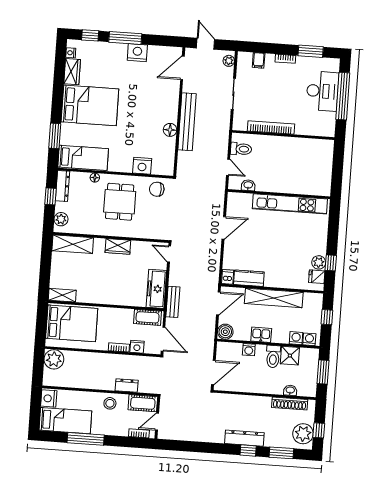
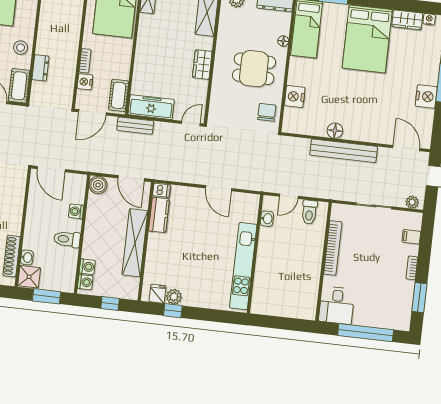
desk: (322, 91) -> (337, 305), moved, width x0.73
kitchen sink: (261, 335) -> (93, 226), removed
shower: (290, 356) -> (29, 277), moved

